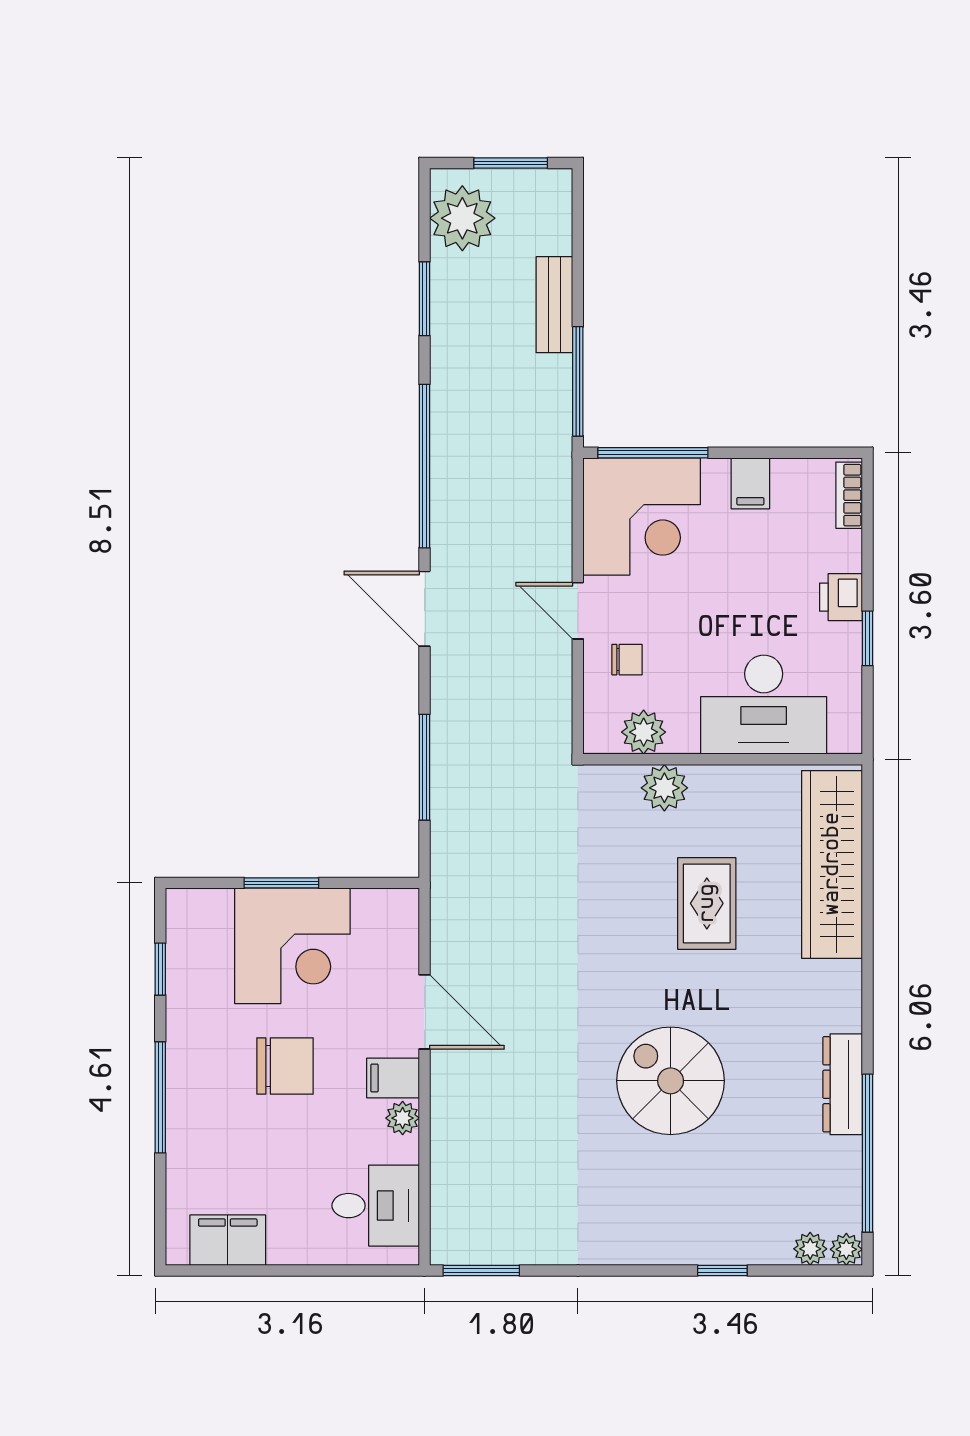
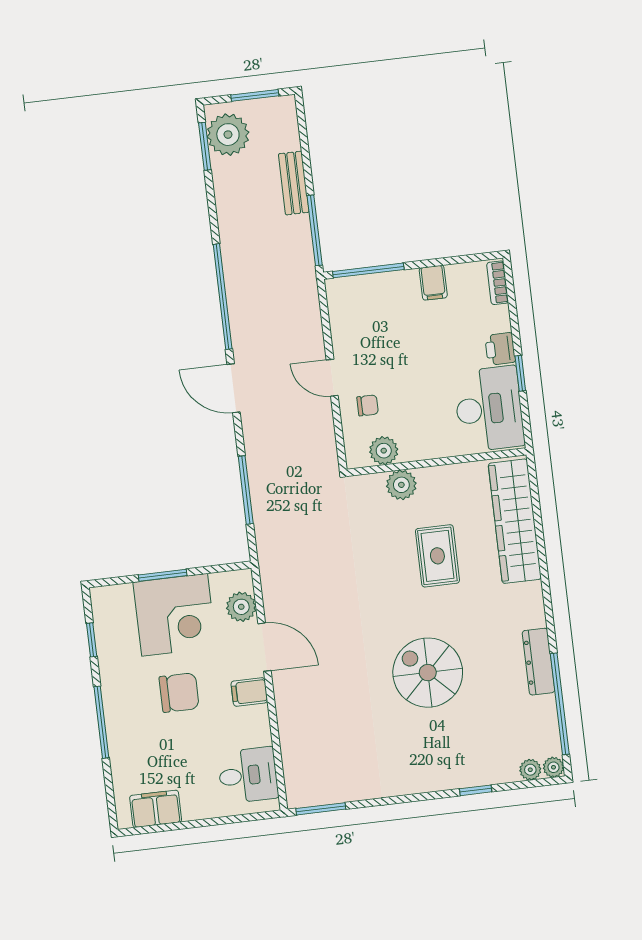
window: (424, 299) -> (205, 146), moved
corner desk: (642, 516) -> (366, 312), removed
desk: (764, 705) -> (489, 409), moved, turned -90
plant: (403, 1118) -> (241, 607), moved, width x1.38, depth x1.38

